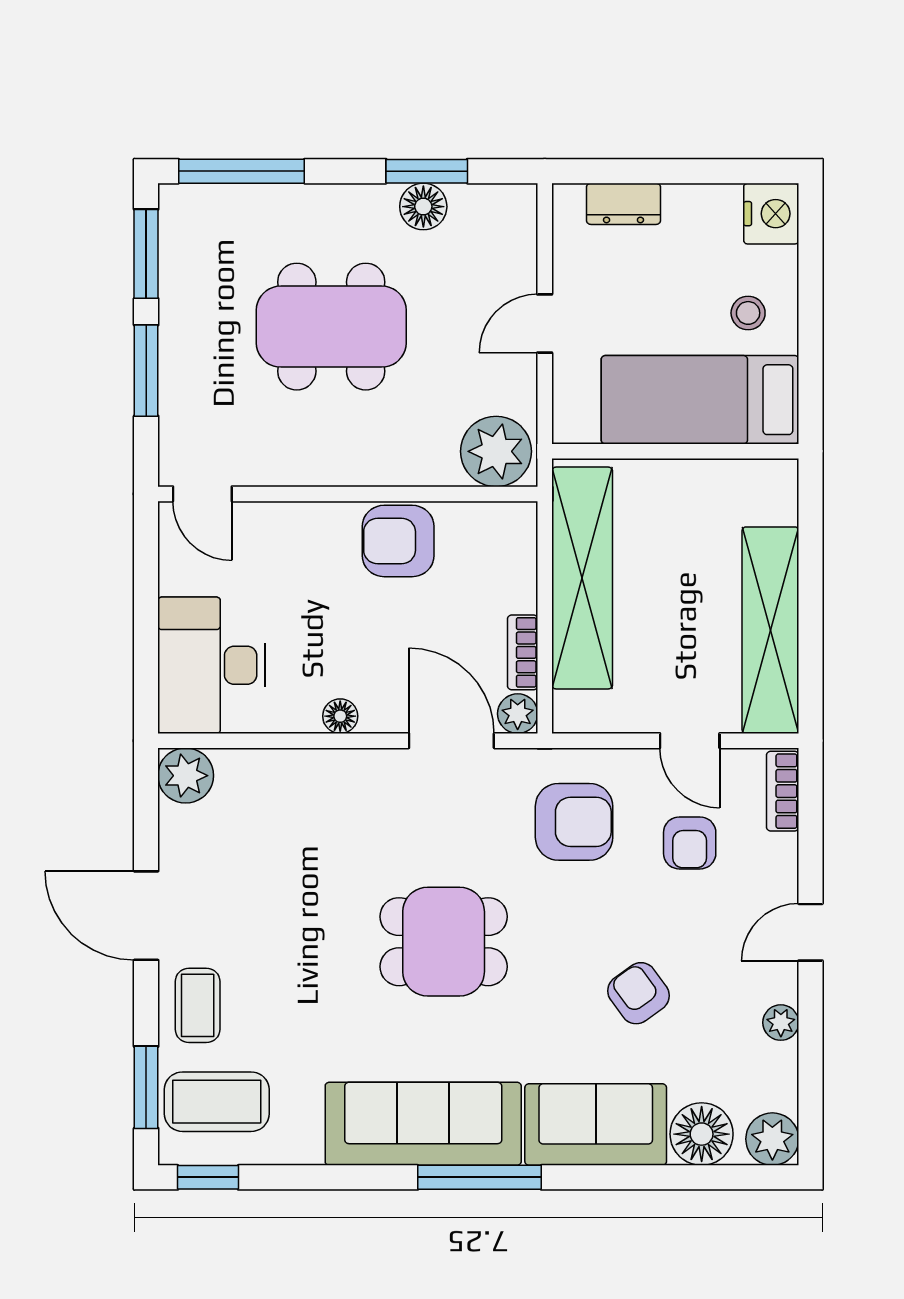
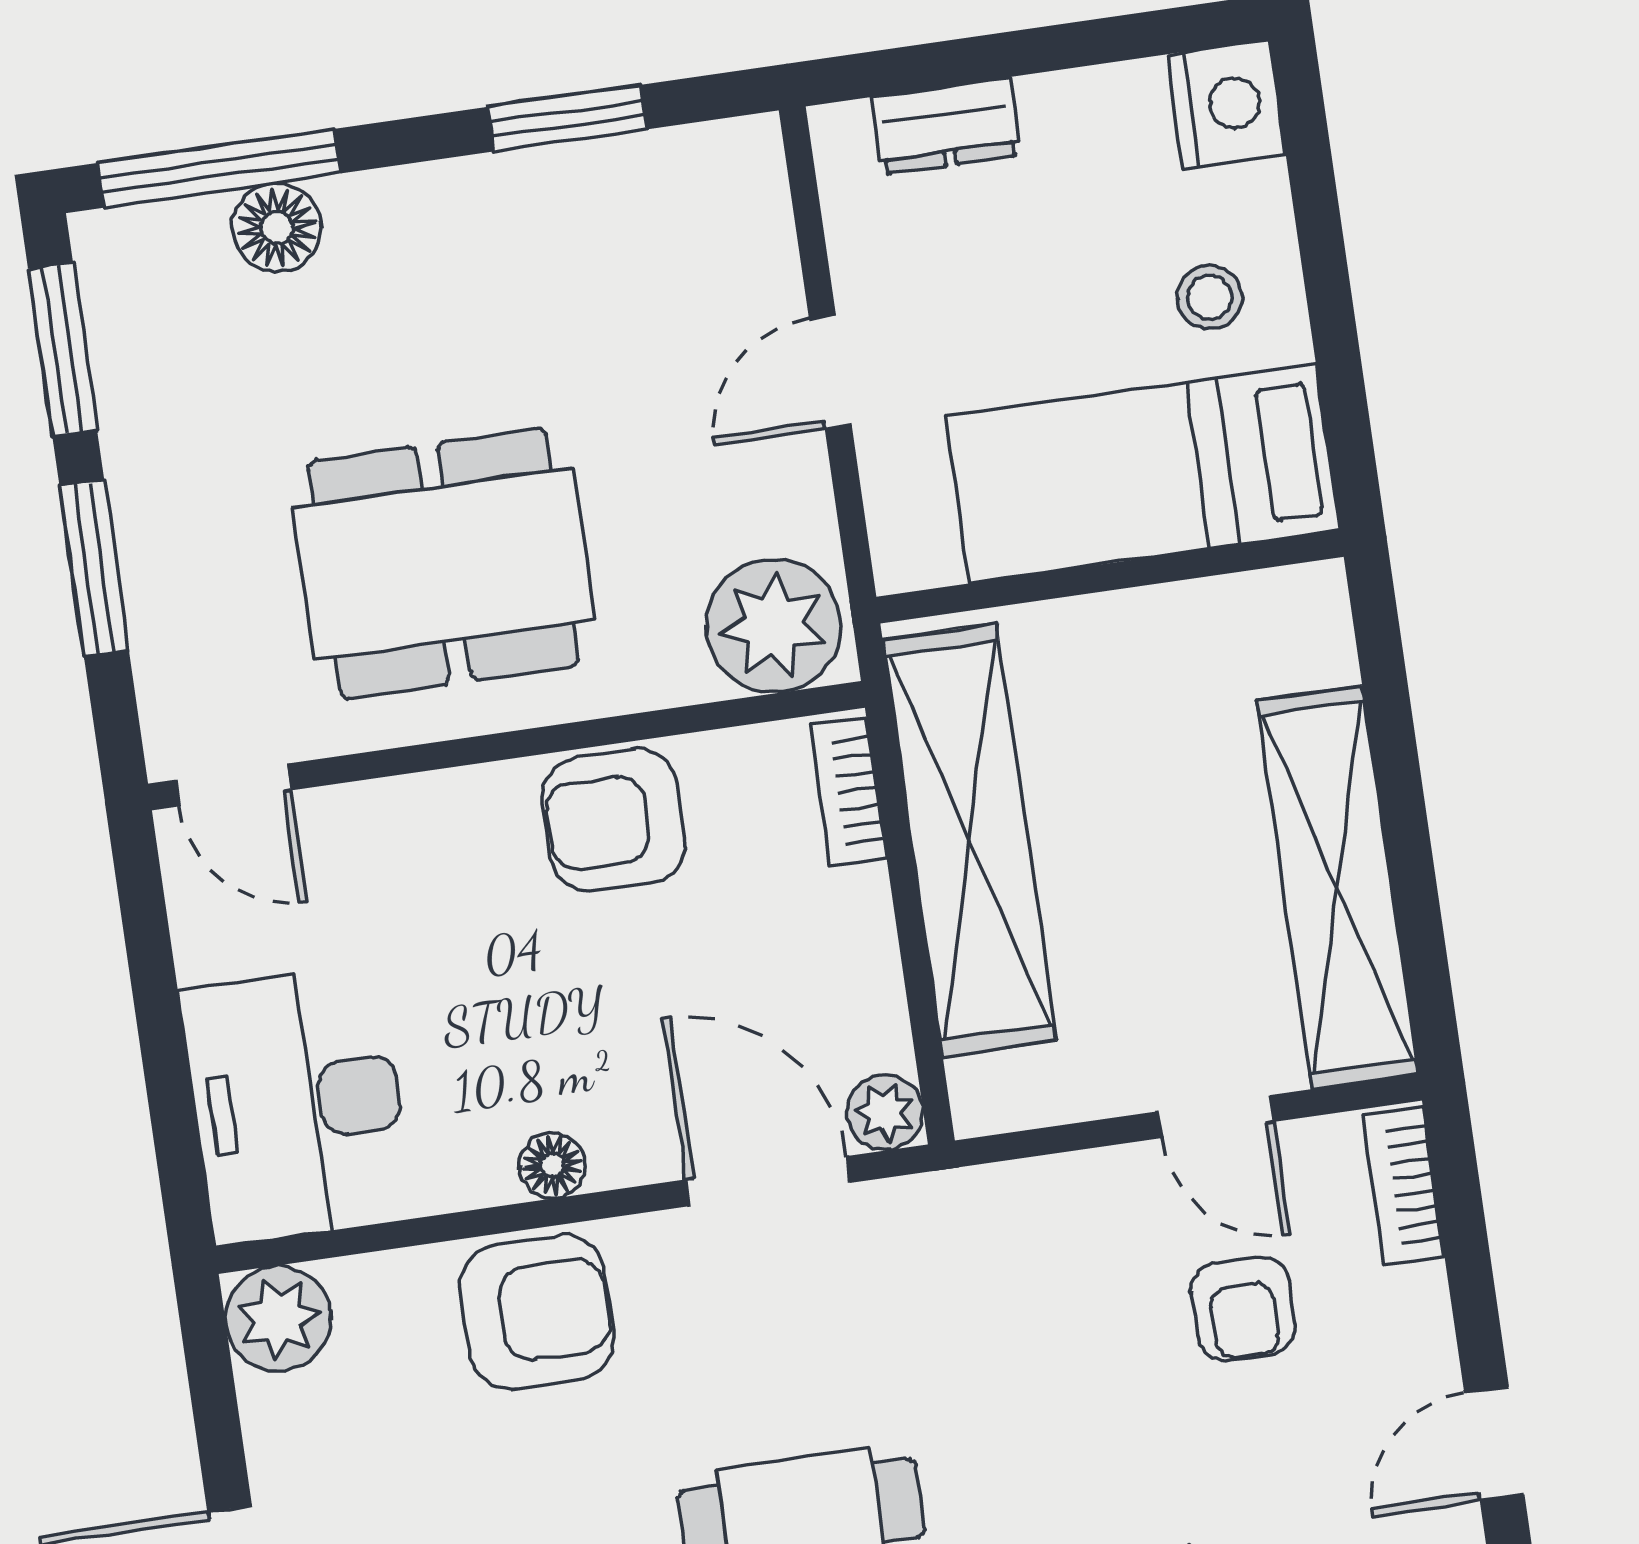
floor lamp: (423, 207) -> (277, 228), moved
dining table: (331, 327) -> (443, 564), moved
bookcase: (523, 652) -> (848, 792), moved
armchair: (574, 822) -> (537, 1312), moved

